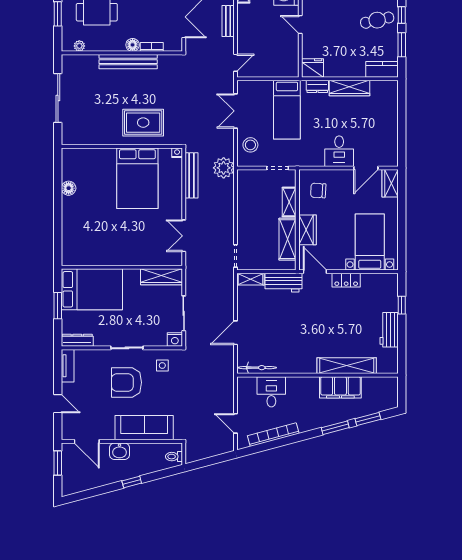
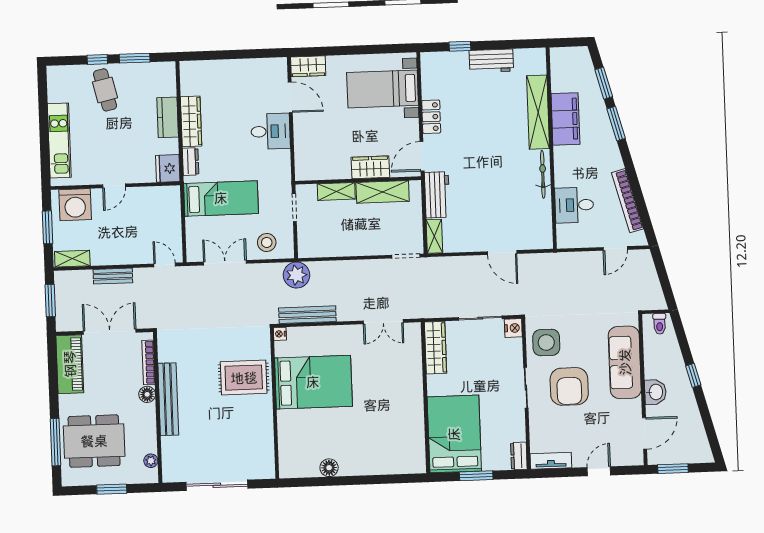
bookcase: (152, 47) -> (148, 362), width x1.56
kitchen counter: (382, 69) -> (168, 117), moved
double door: (235, 111) -> (225, 263), swing flipped
rug: (143, 123) -> (244, 378), turned 90
chair: (318, 190) -> (320, 156), removed
dresser: (77, 340) -> (519, 456), width x0.70
side table: (162, 365) -> (546, 342), width x1.87, depth x1.87
bicycle: (257, 368) -> (543, 174), moved

